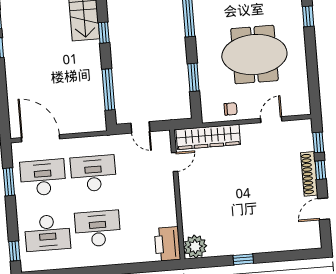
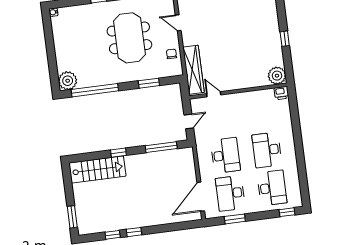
desk: (93, 173) -> (225, 155), turned 180
printer: (167, 244) -> (281, 93), width x0.53, depth x0.68

